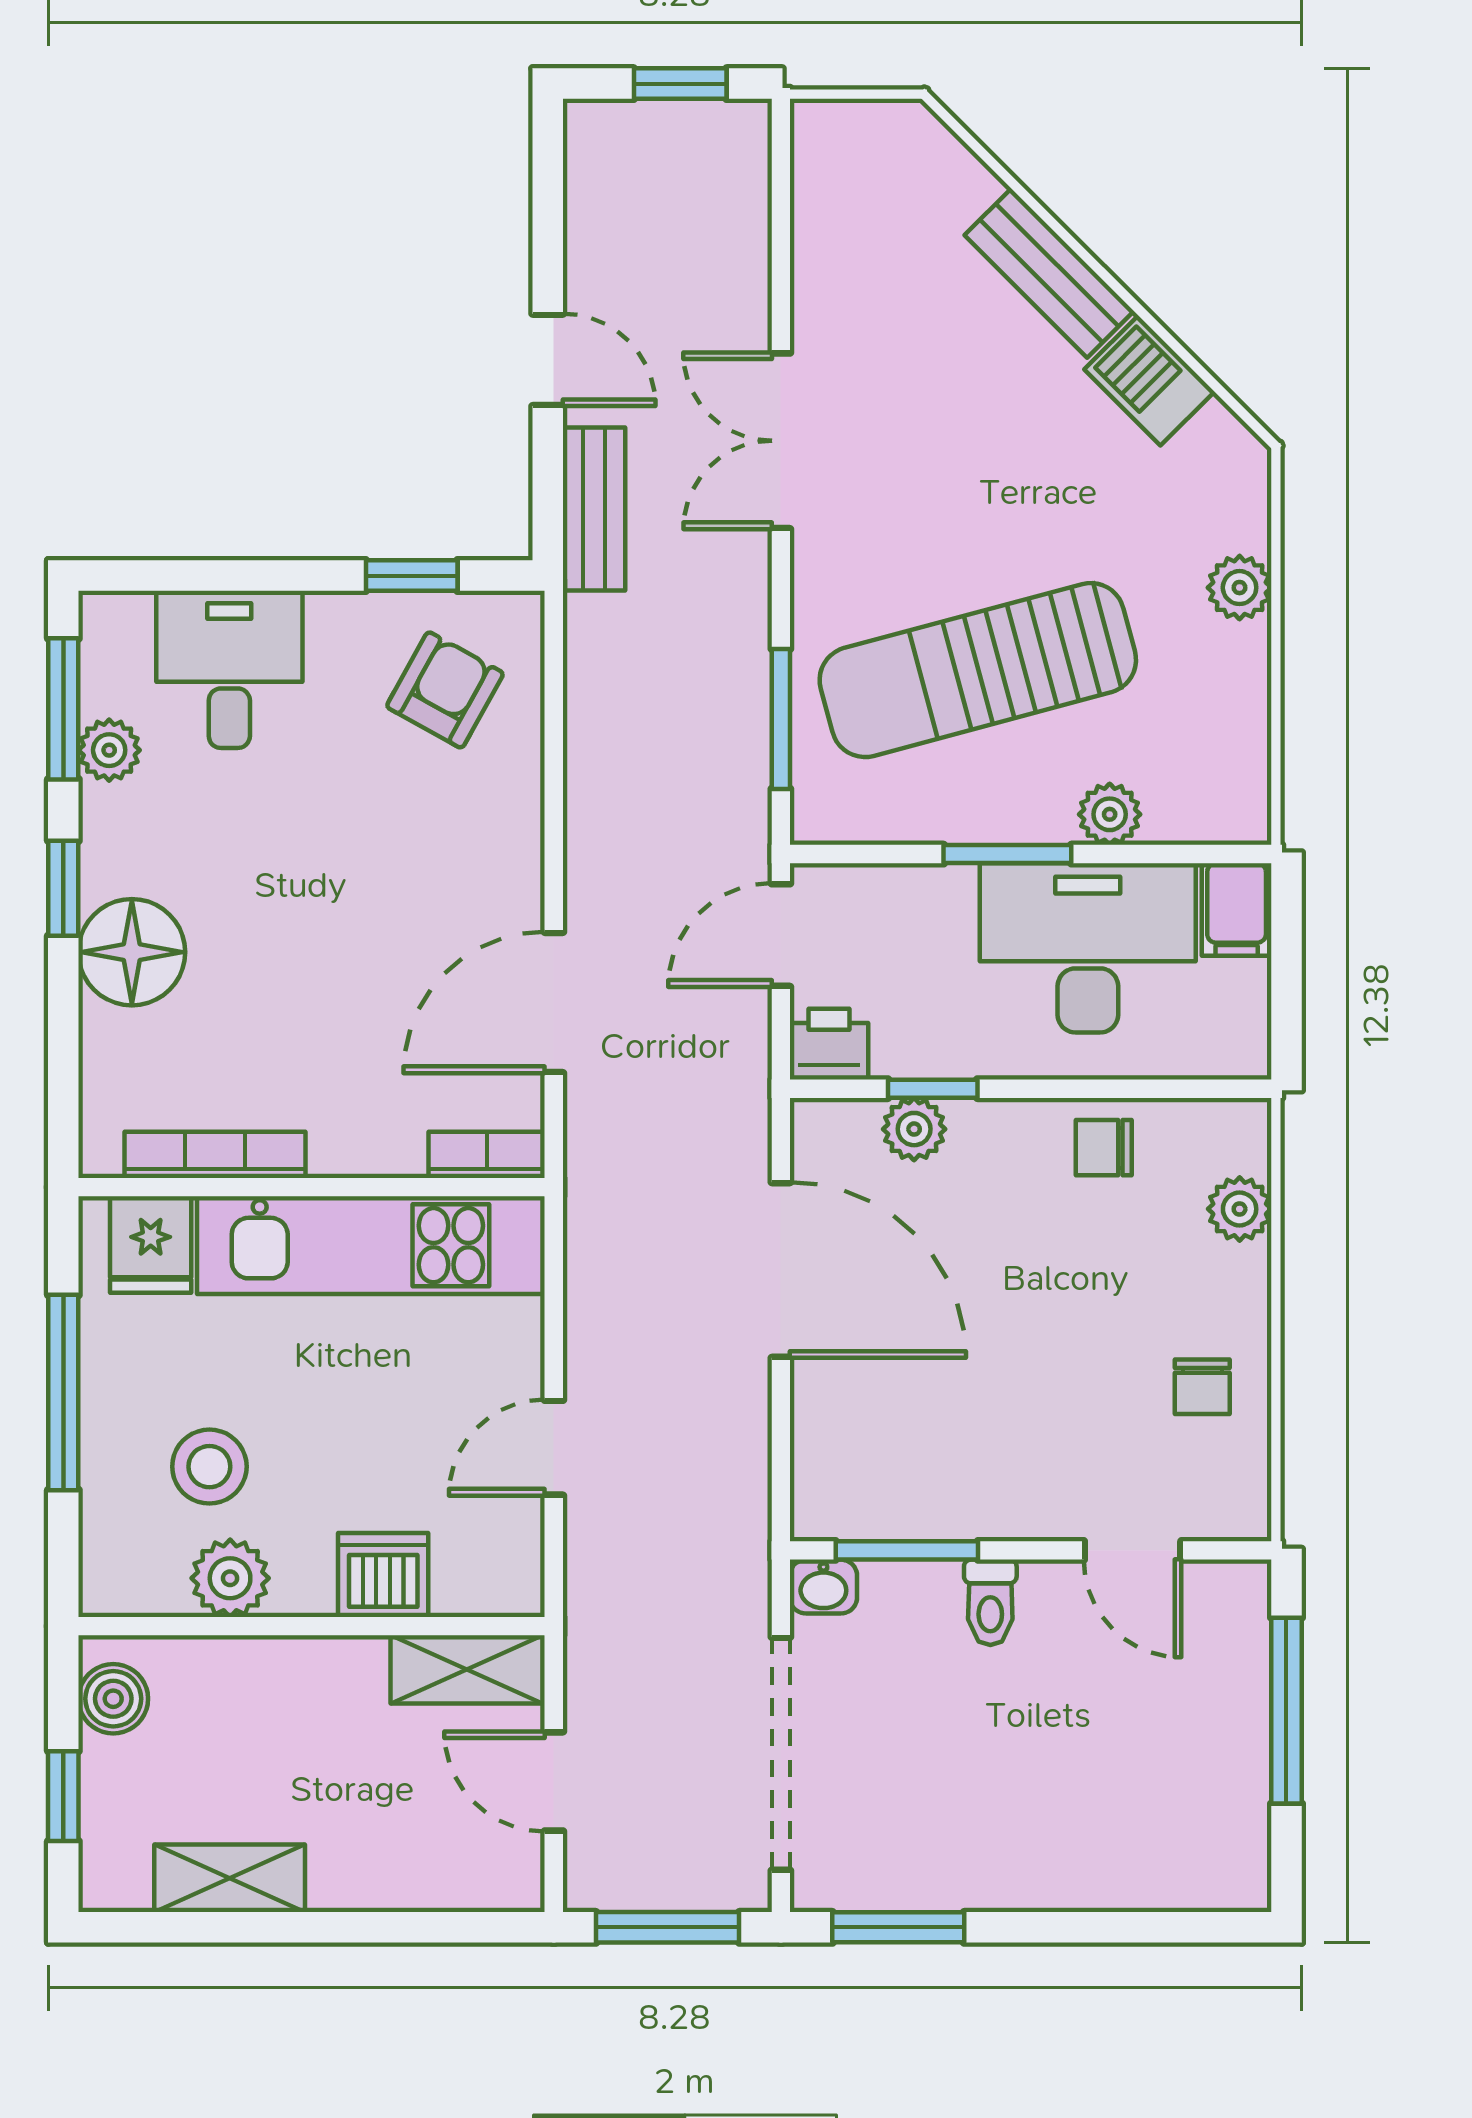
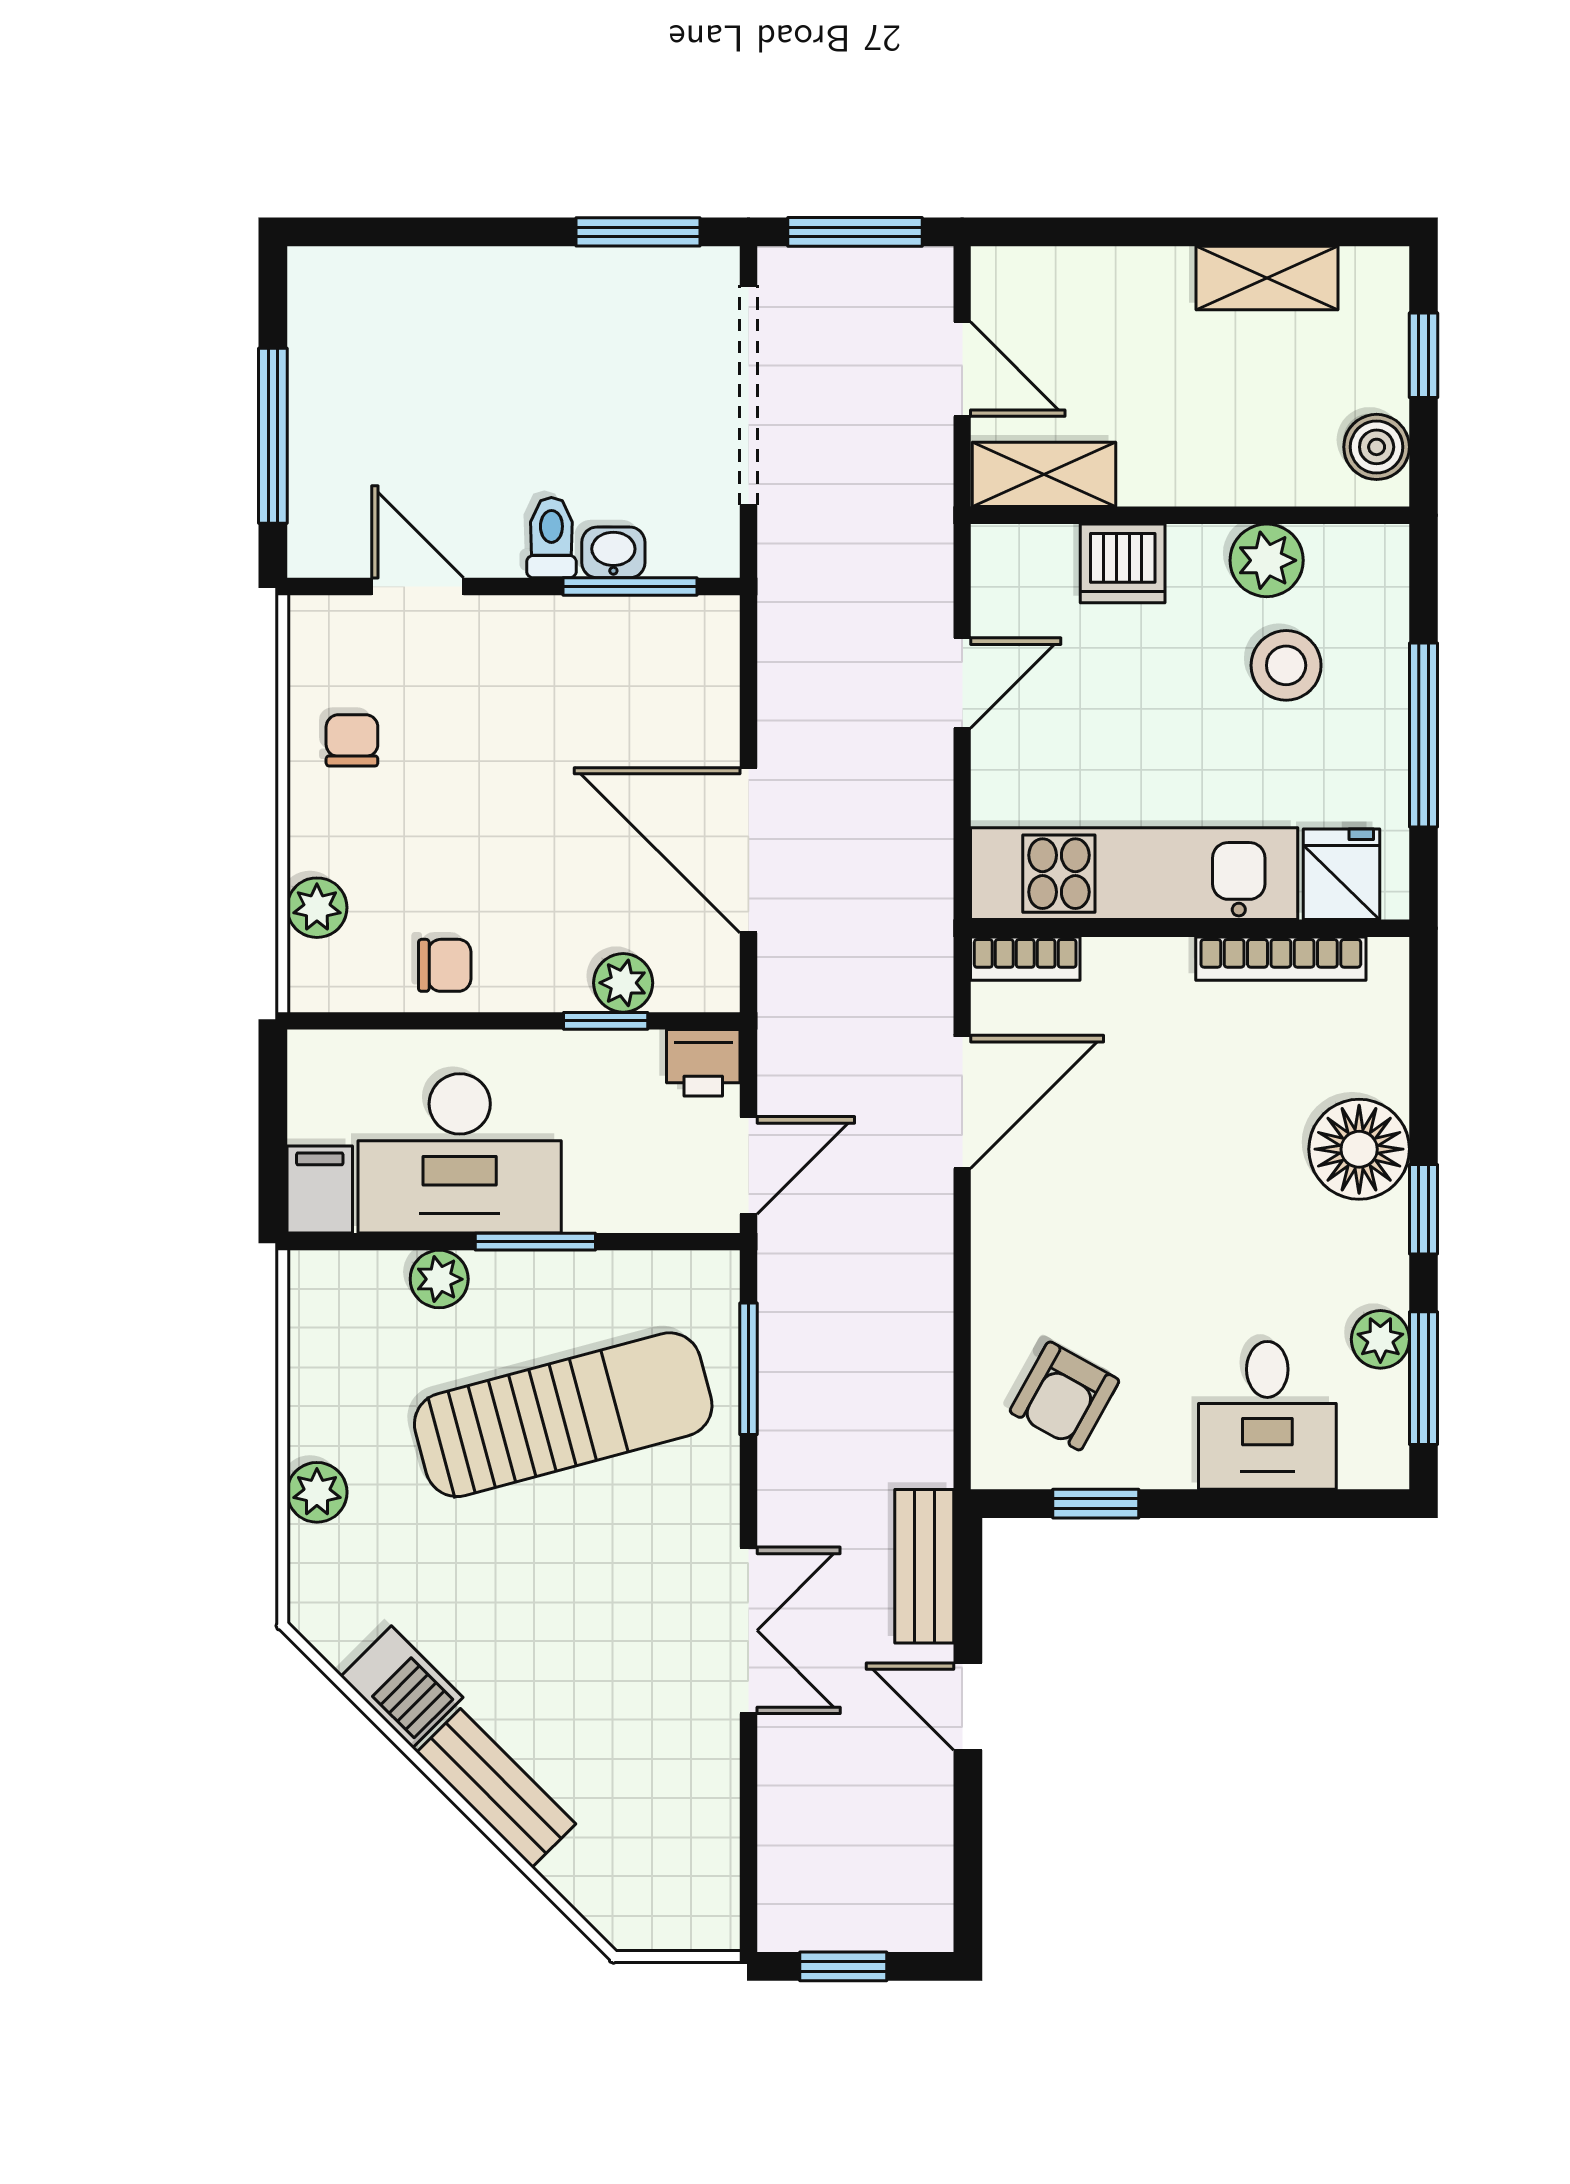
washbasin: (823, 1587) -> (613, 552), moved

